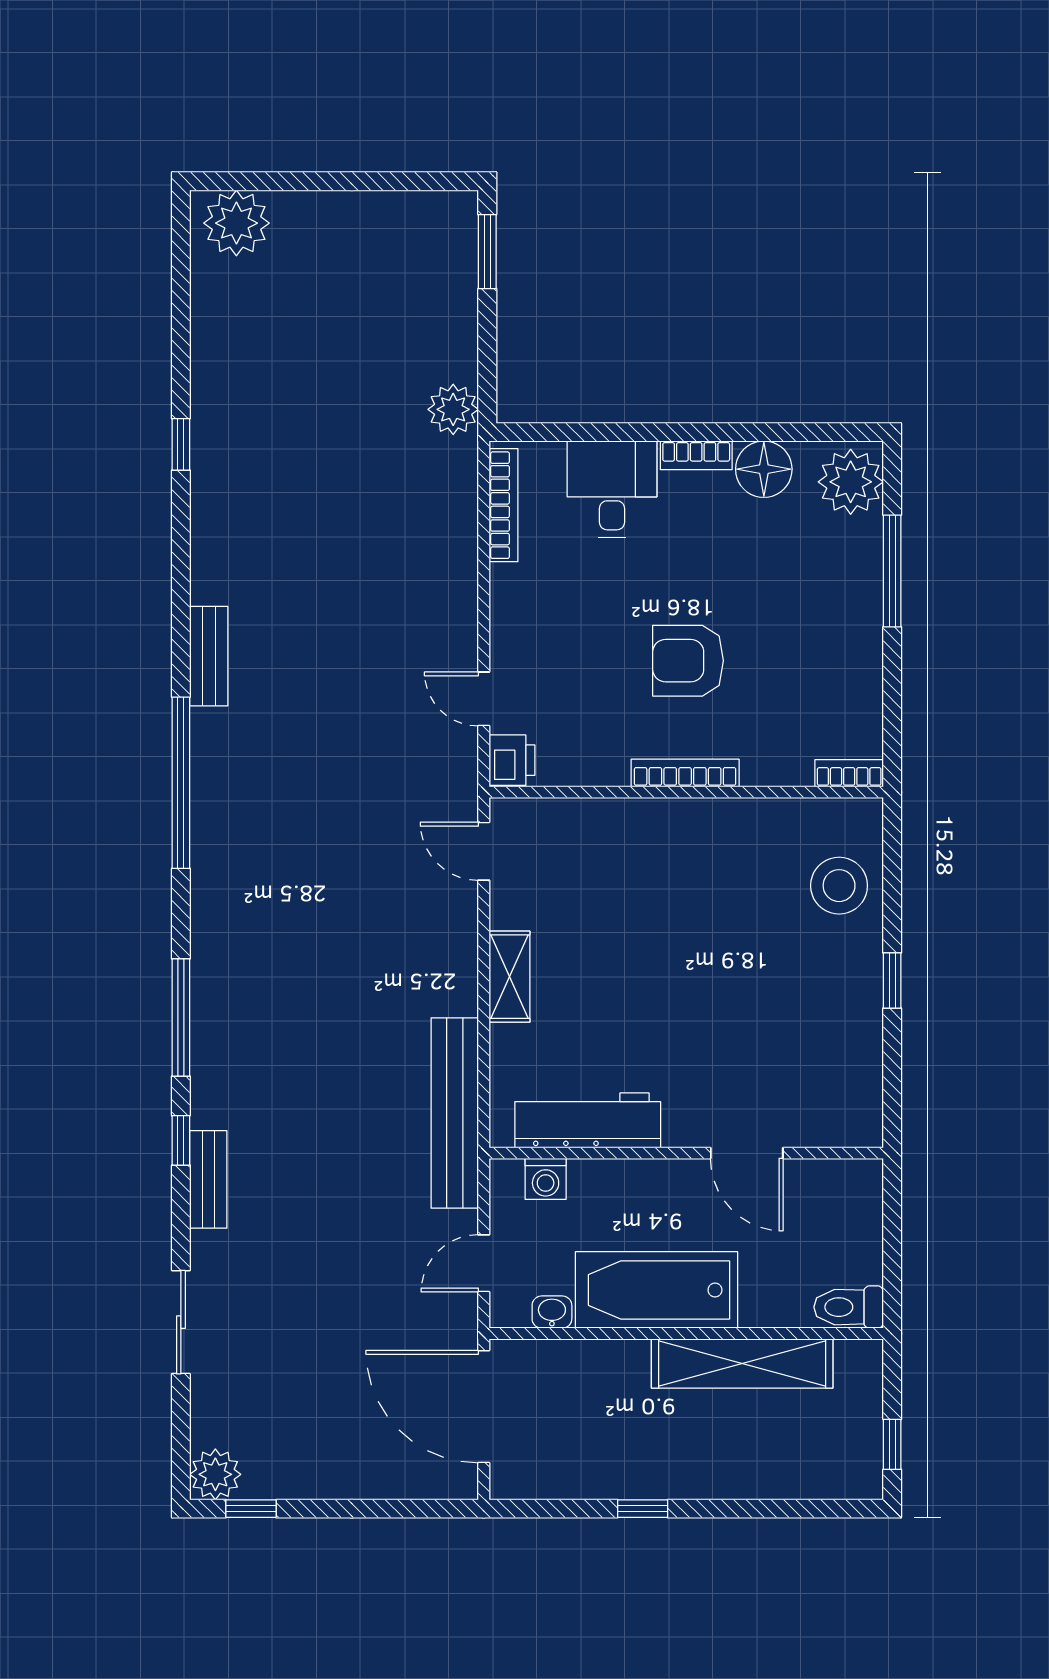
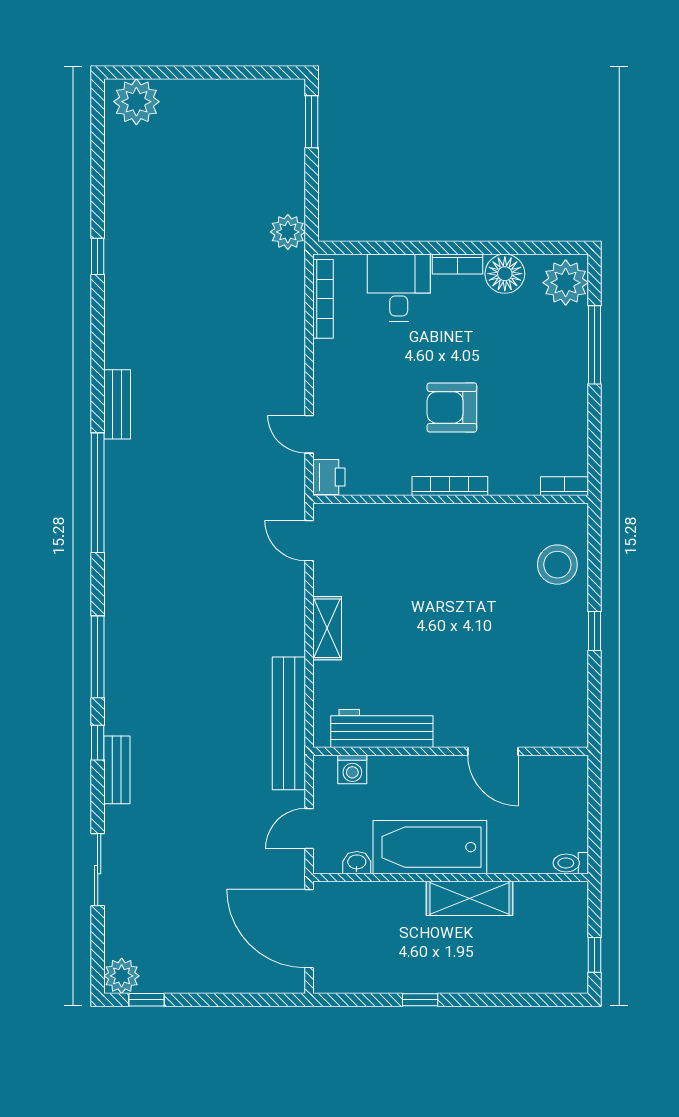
toilet: (849, 1307) -> (571, 863), width x0.73, depth x0.72
shelving: (742, 1363) -> (470, 898), width x0.68

